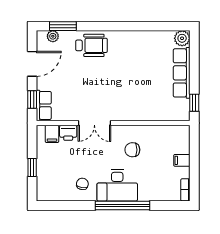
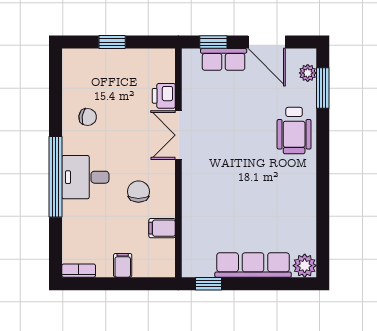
row of seats: (44, 105) -> (224, 59), moved
filing cabinet: (52, 134) -> (162, 228), moved
desk: (117, 185) -> (85, 177), width x0.73

